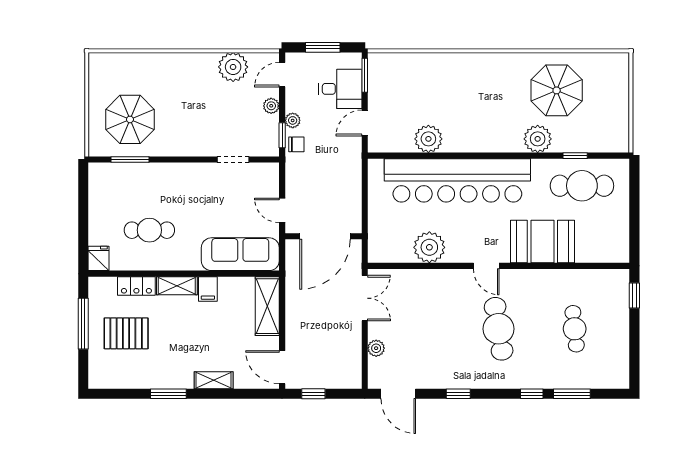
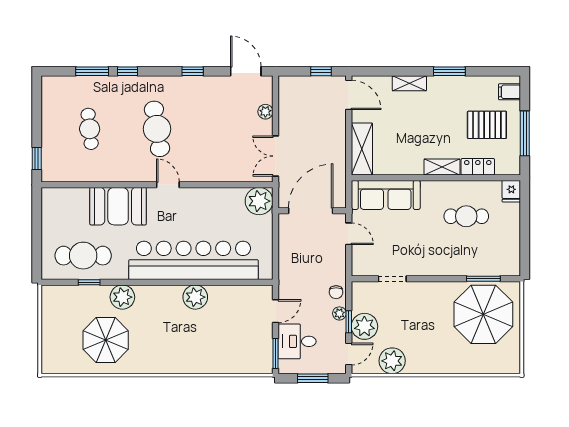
plant: (271, 106) -> (364, 326), width x1.87, depth x1.87
parasol: (130, 119) -> (483, 314), width x1.36, depth x1.36
window: (282, 135) -> (349, 322), moved
plant: (428, 139) -> (195, 297), moved
chair: (296, 144) -> (336, 292), turned -90
plant: (429, 247) -> (259, 201), moved
filing cabinet: (208, 289) -> (510, 92), moved, turned -90

